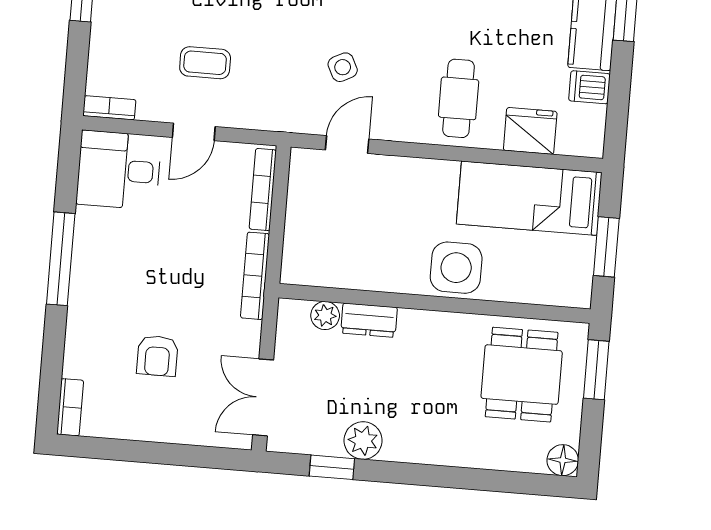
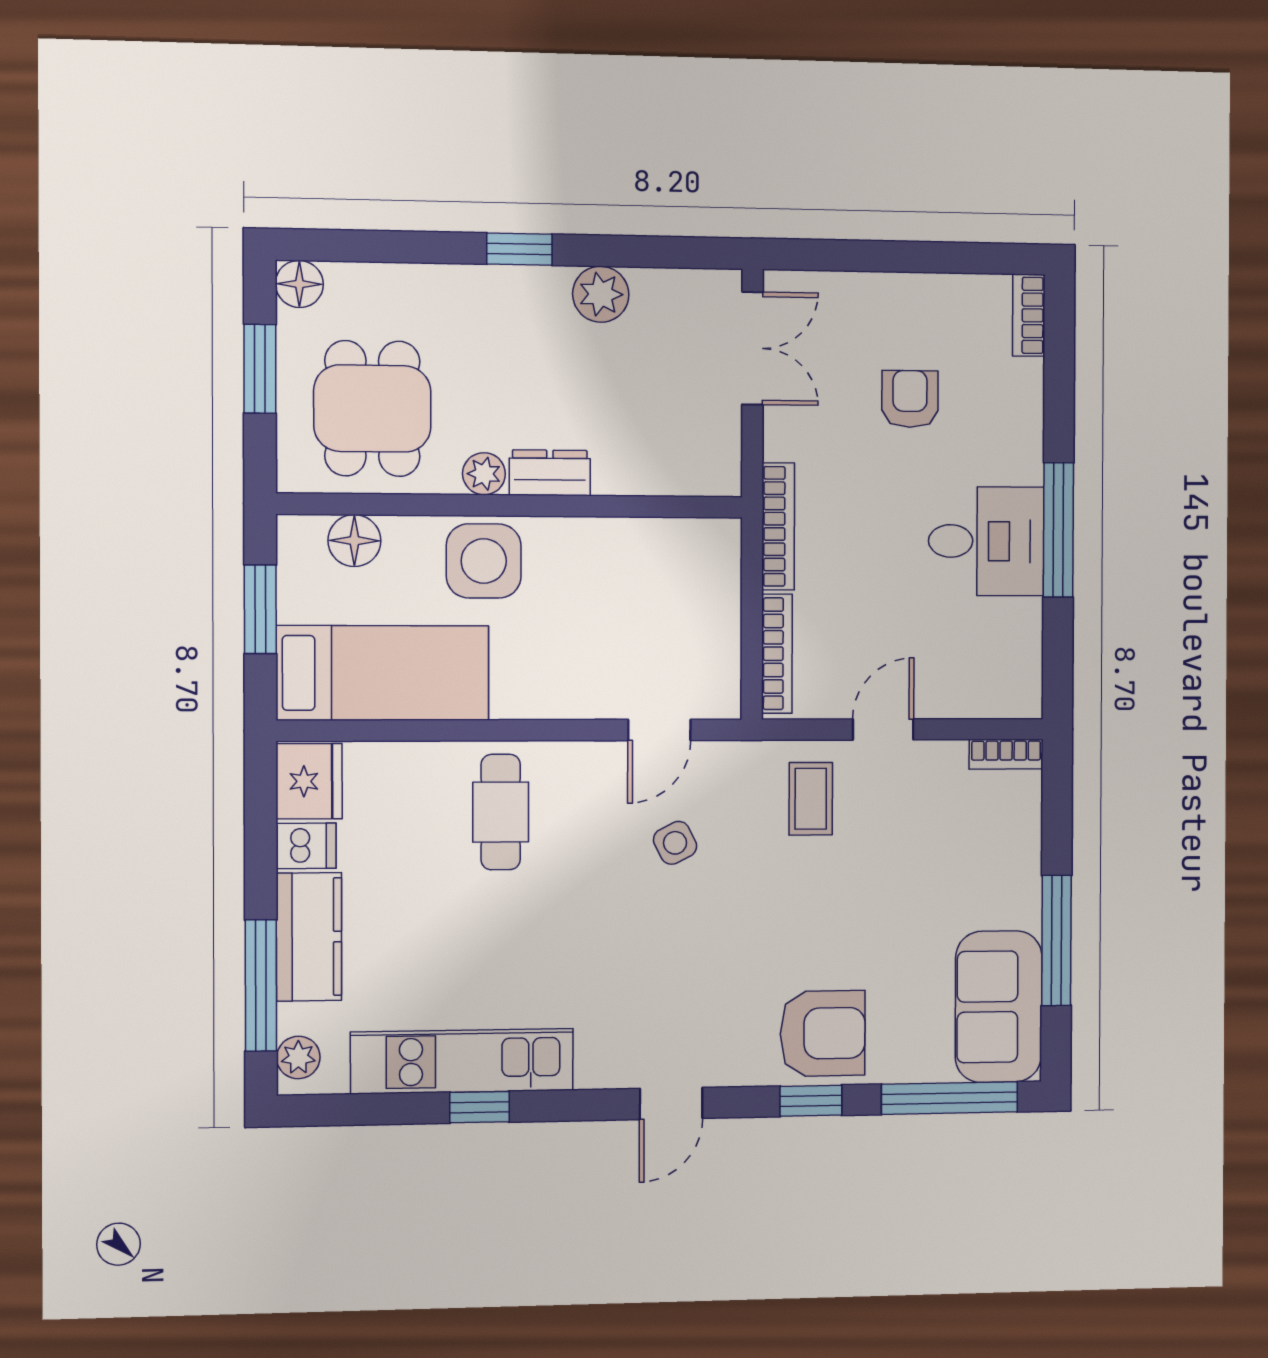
coffee table: (205, 63) -> (811, 799), moved, turned 90
fridge: (530, 131) -> (309, 781), moved, turned -90
desk: (119, 170) -> (986, 541), moved
floor lamp: (541, 288) -> (354, 541), added
plant: (325, 316) -> (484, 474), moved
dresser: (369, 320) -> (550, 473), moved
window: (596, 370) -> (260, 369), moved
window: (332, 467) -> (519, 249), moved

